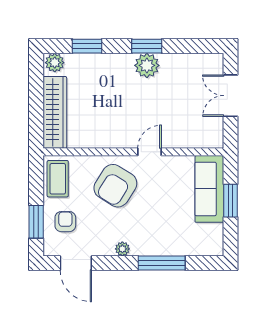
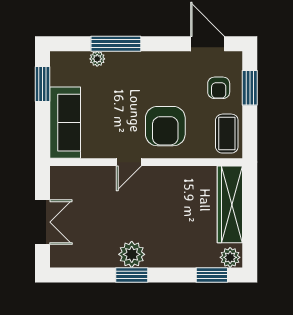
window: (87, 46) -> (212, 275), moved
armchair: (115, 186) -> (165, 126), turned 148
window: (230, 201) -> (43, 84), moved
plant: (122, 249) -> (97, 59), moved

